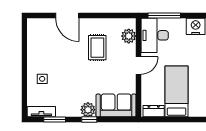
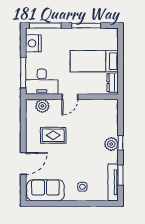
door: (138, 66) -> (70, 97), swing flipped
sofa: (116, 105) -> (45, 190), moved, turned 90
tv unit: (41, 112) -> (113, 182), width x1.41

